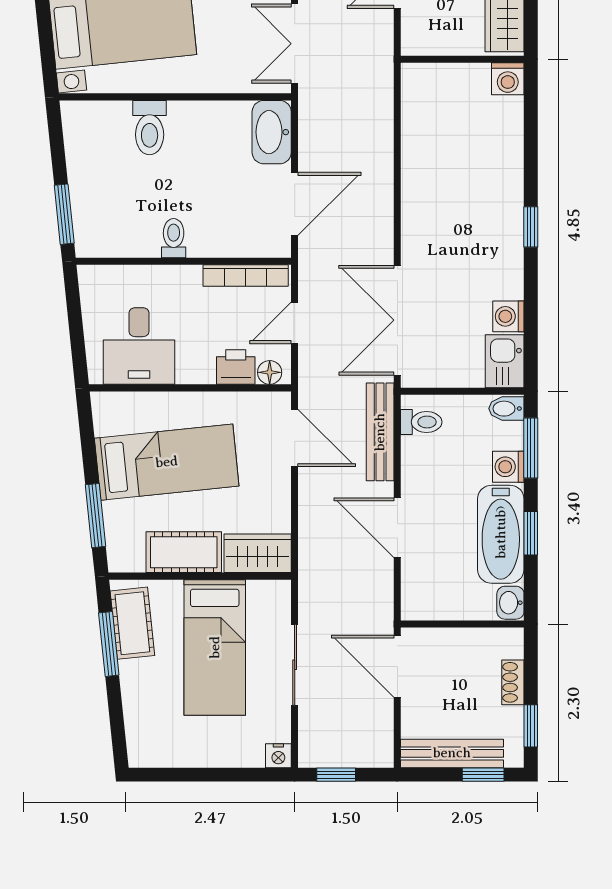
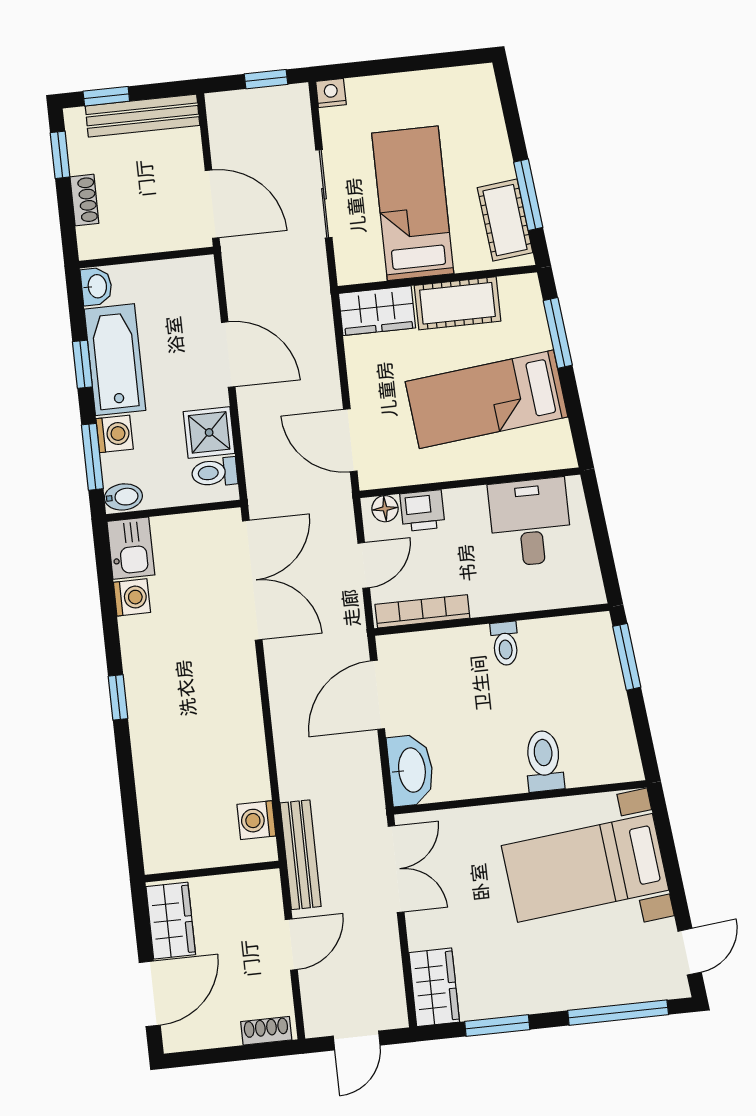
washing machine: (508, 79) -> (256, 820), moved, turned -90
bench: (380, 432) -> (301, 855), moved
shower: (422, 459) -> (209, 432), added

